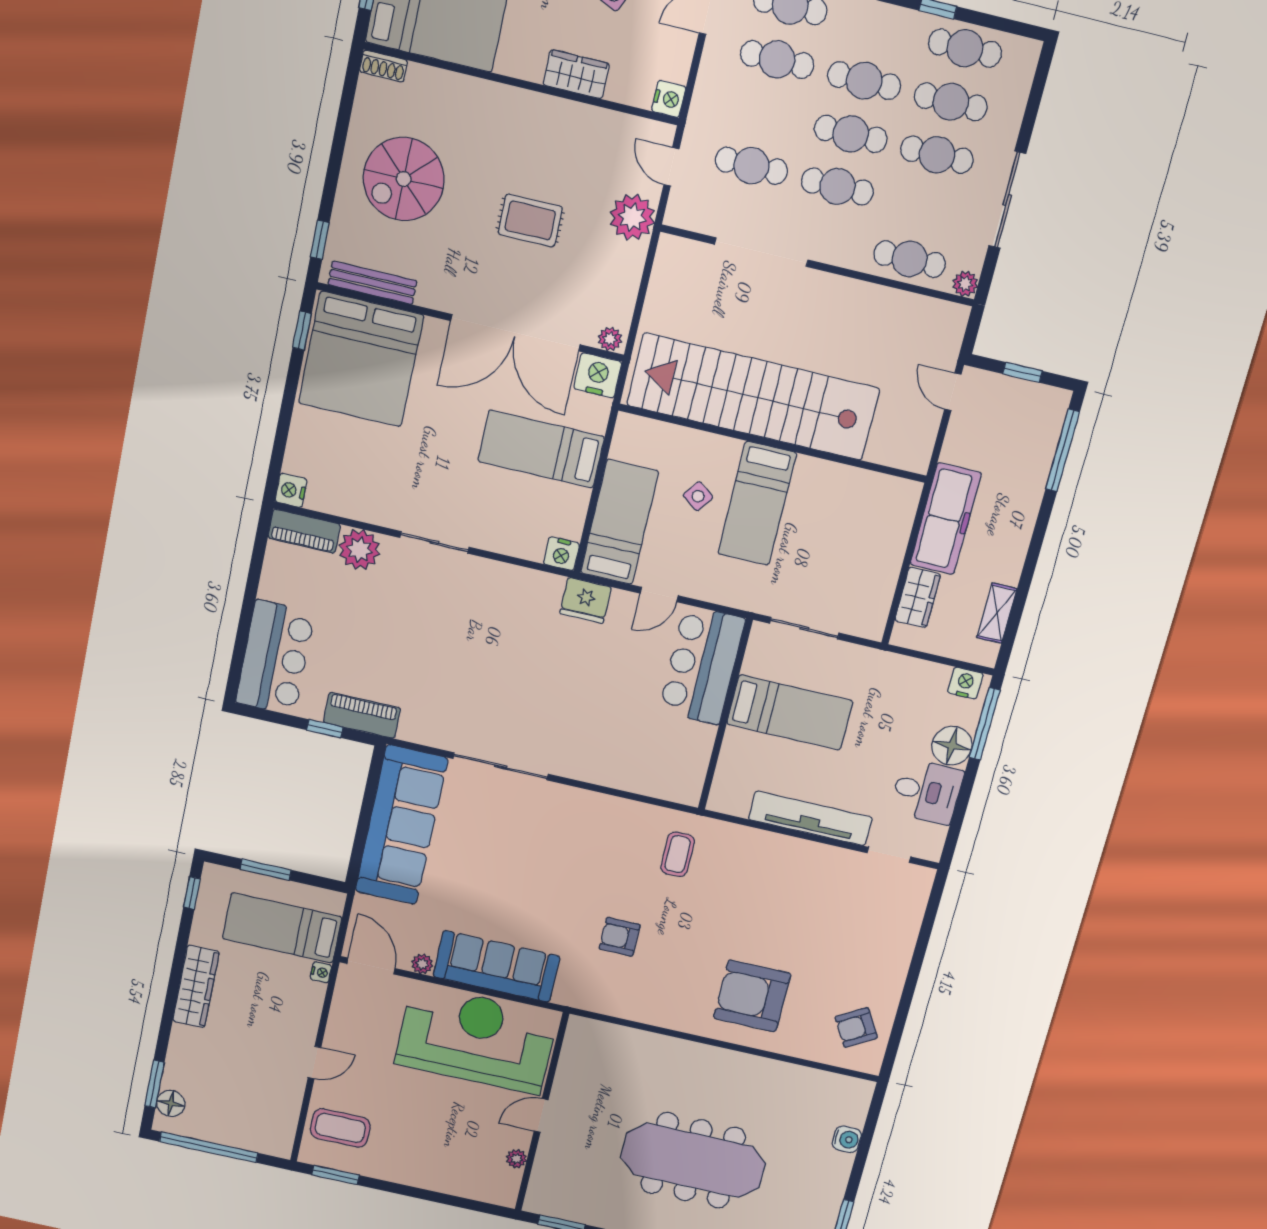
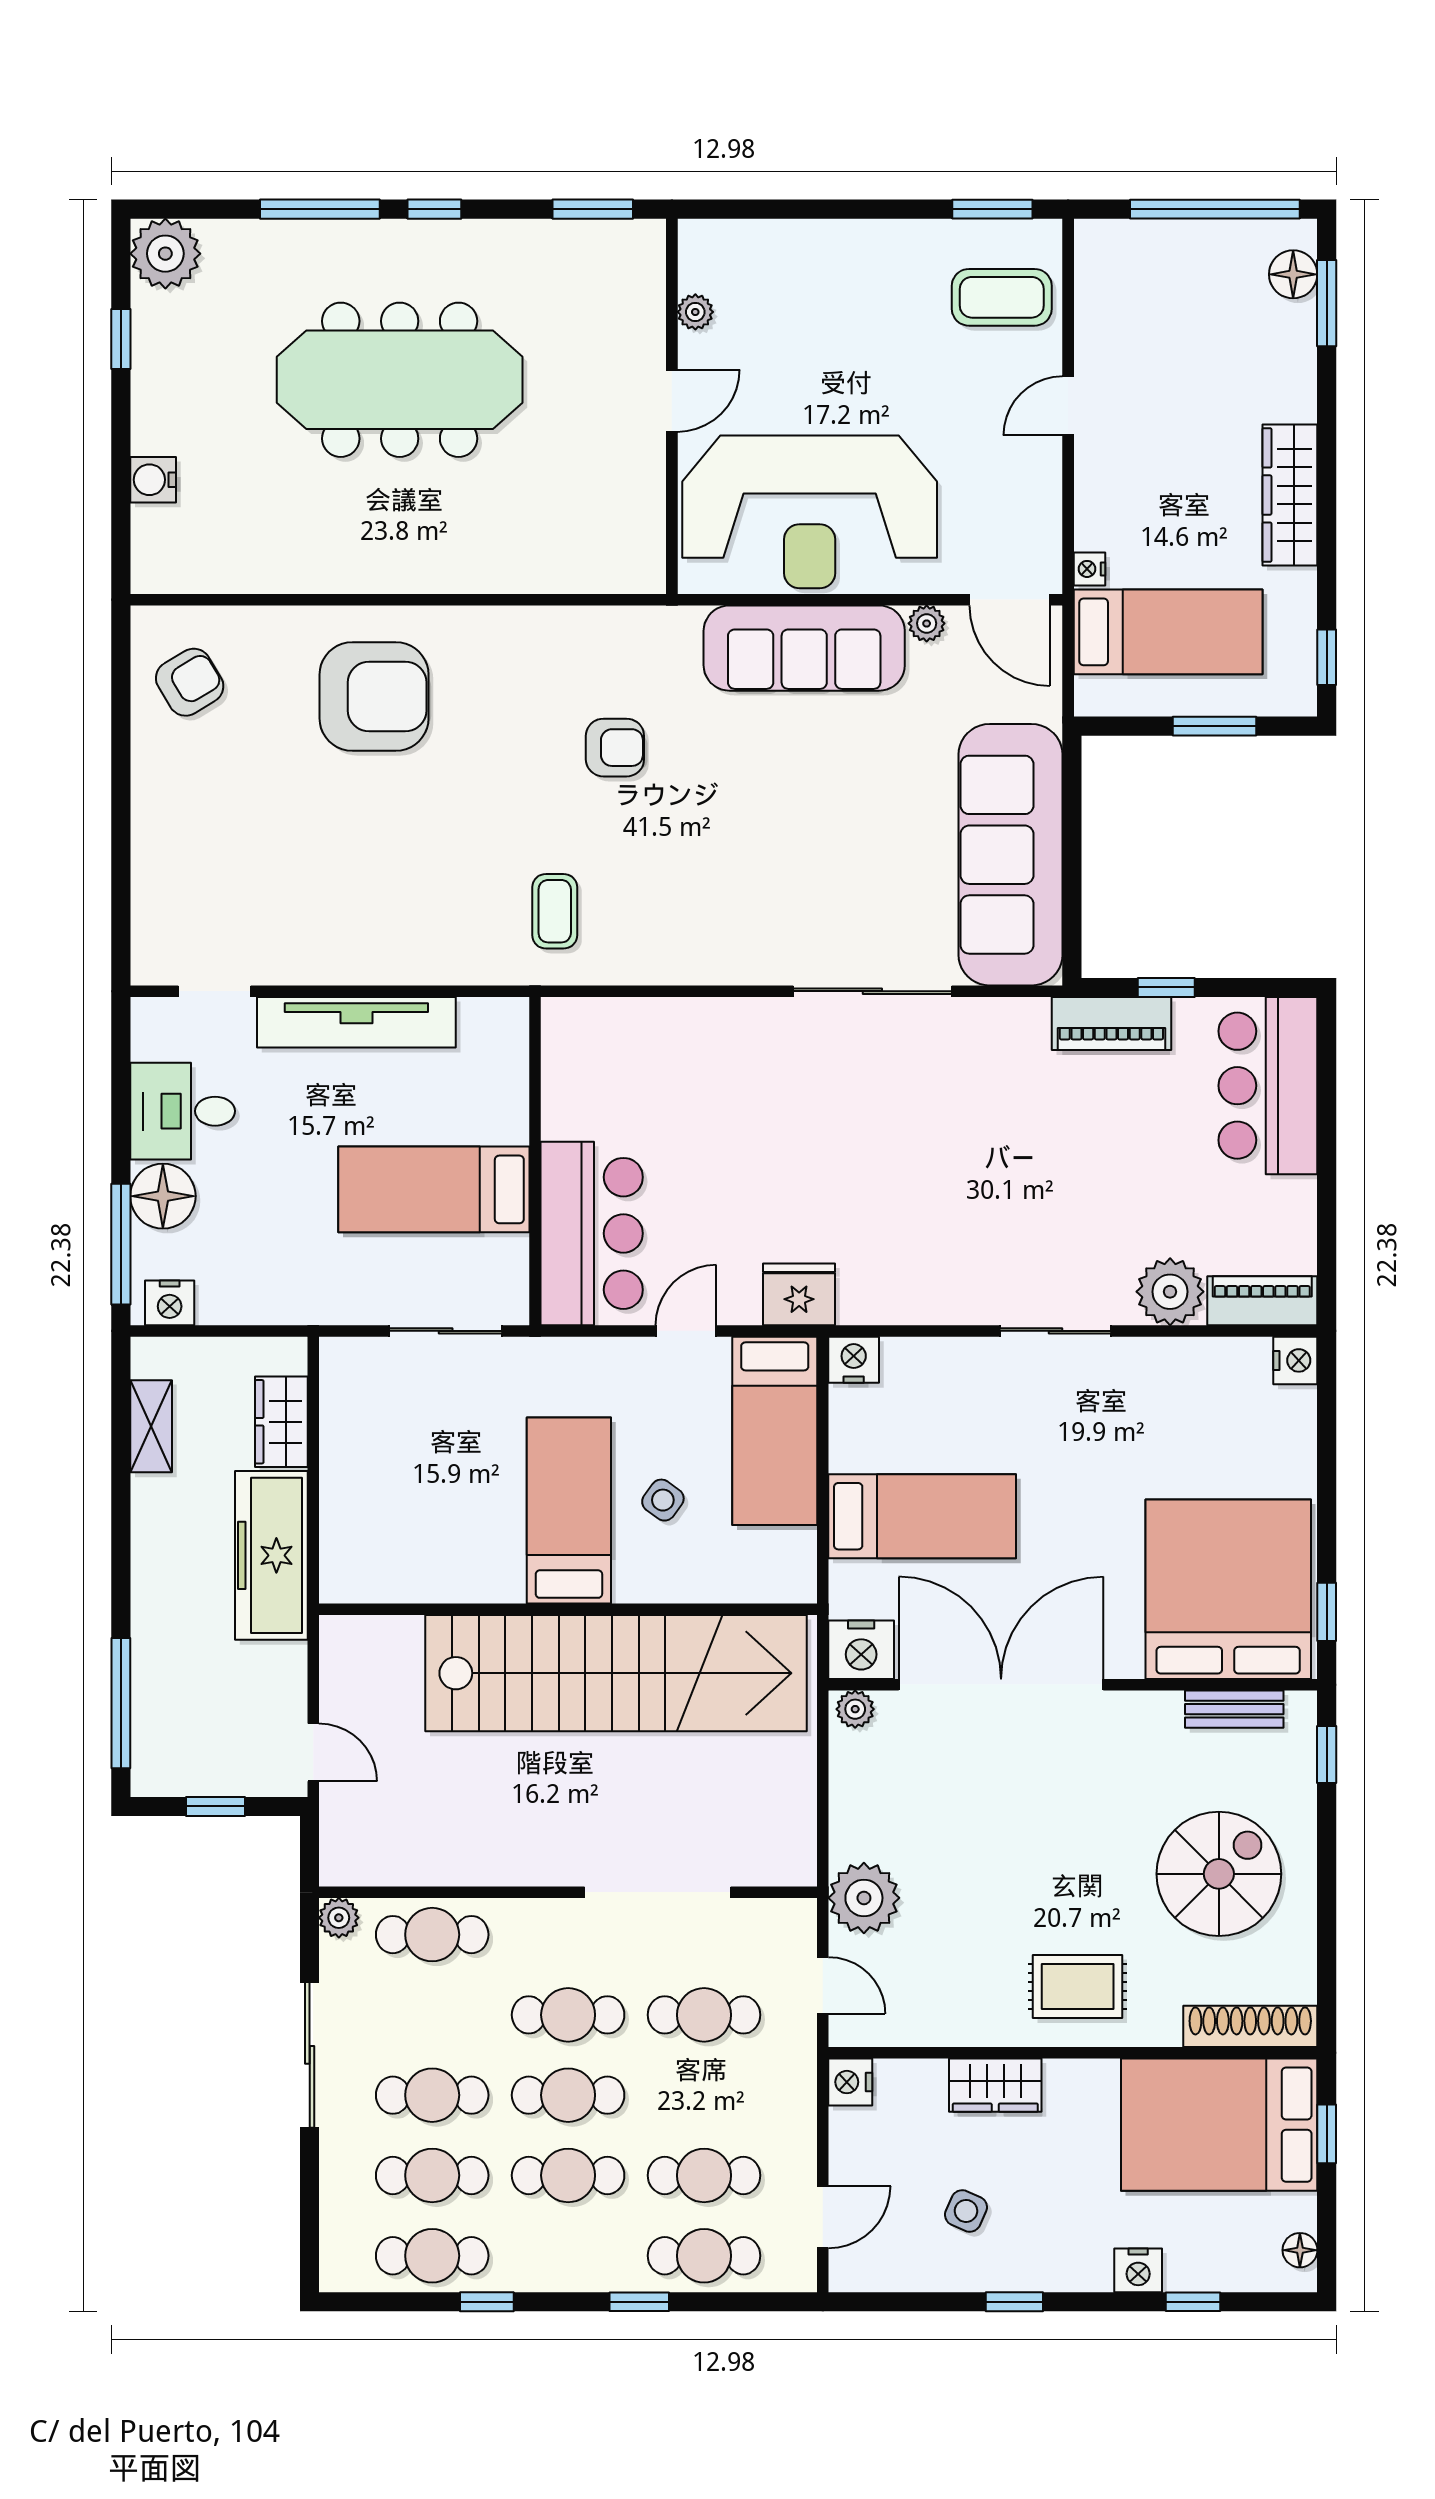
shoe rack: (384, 66) -> (1250, 2026), width x1.94, depth x1.24
rug: (530, 220) -> (1078, 1987), moved
bench: (372, 283) -> (1234, 1709), width x0.73

